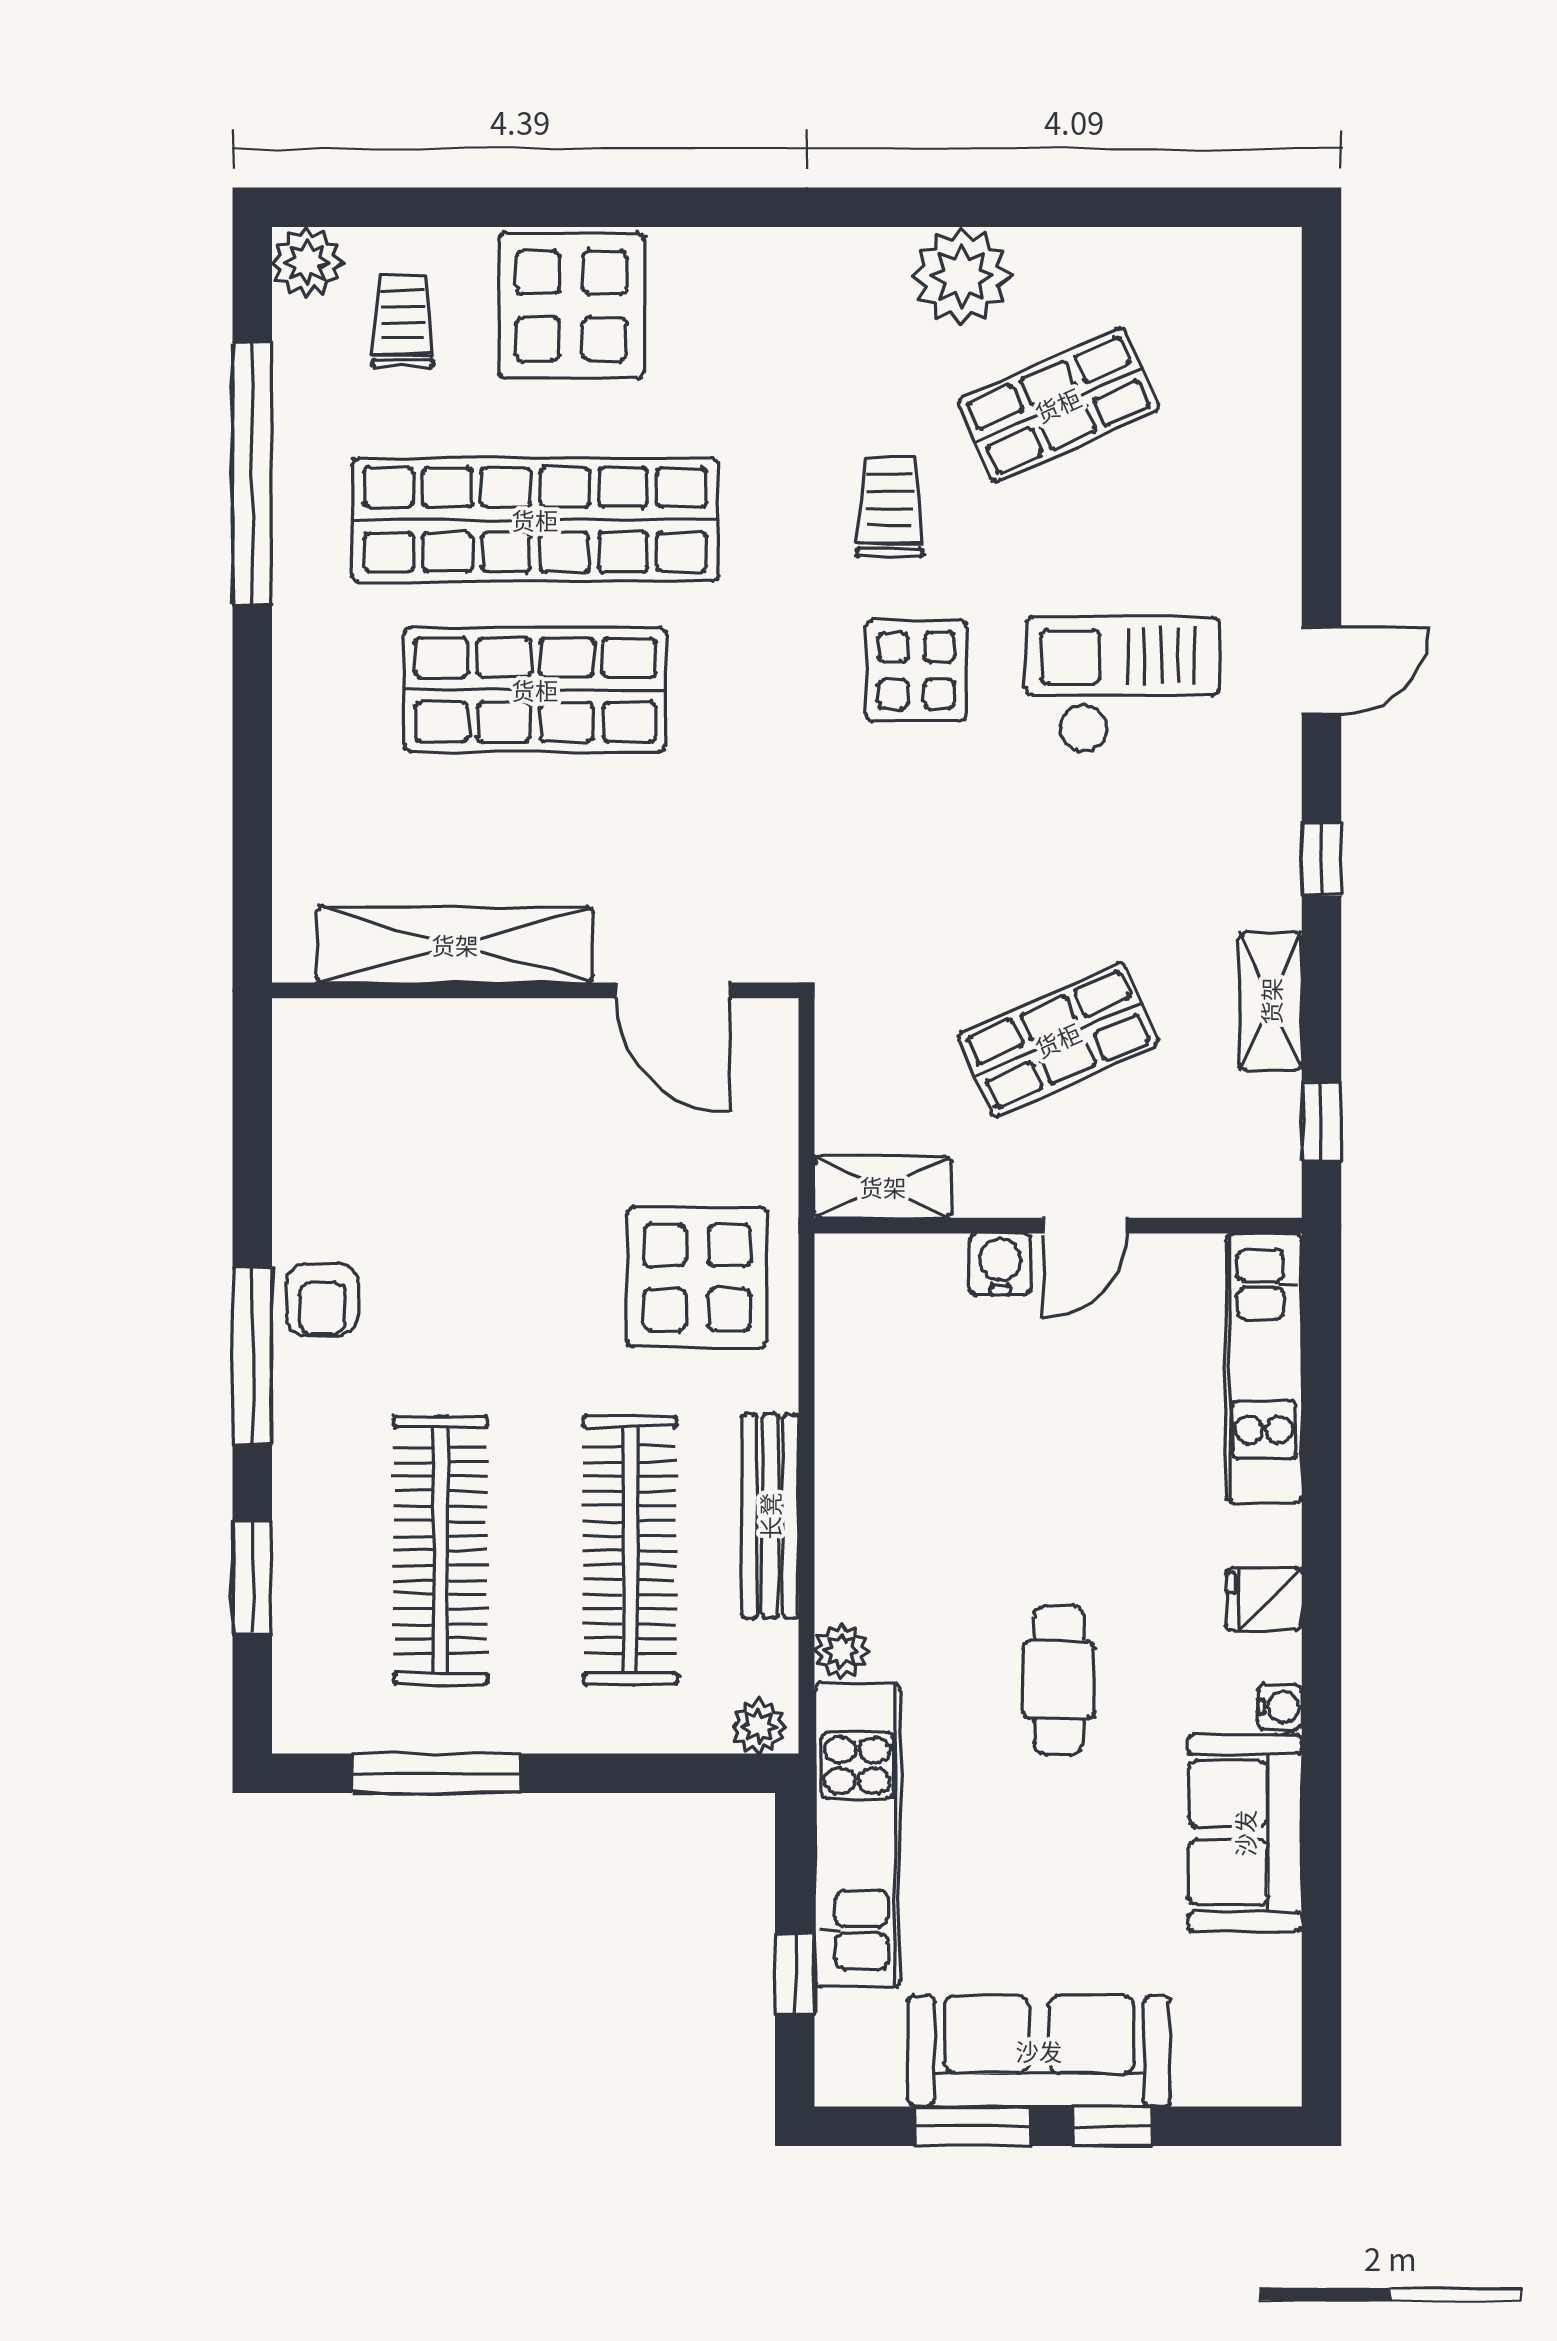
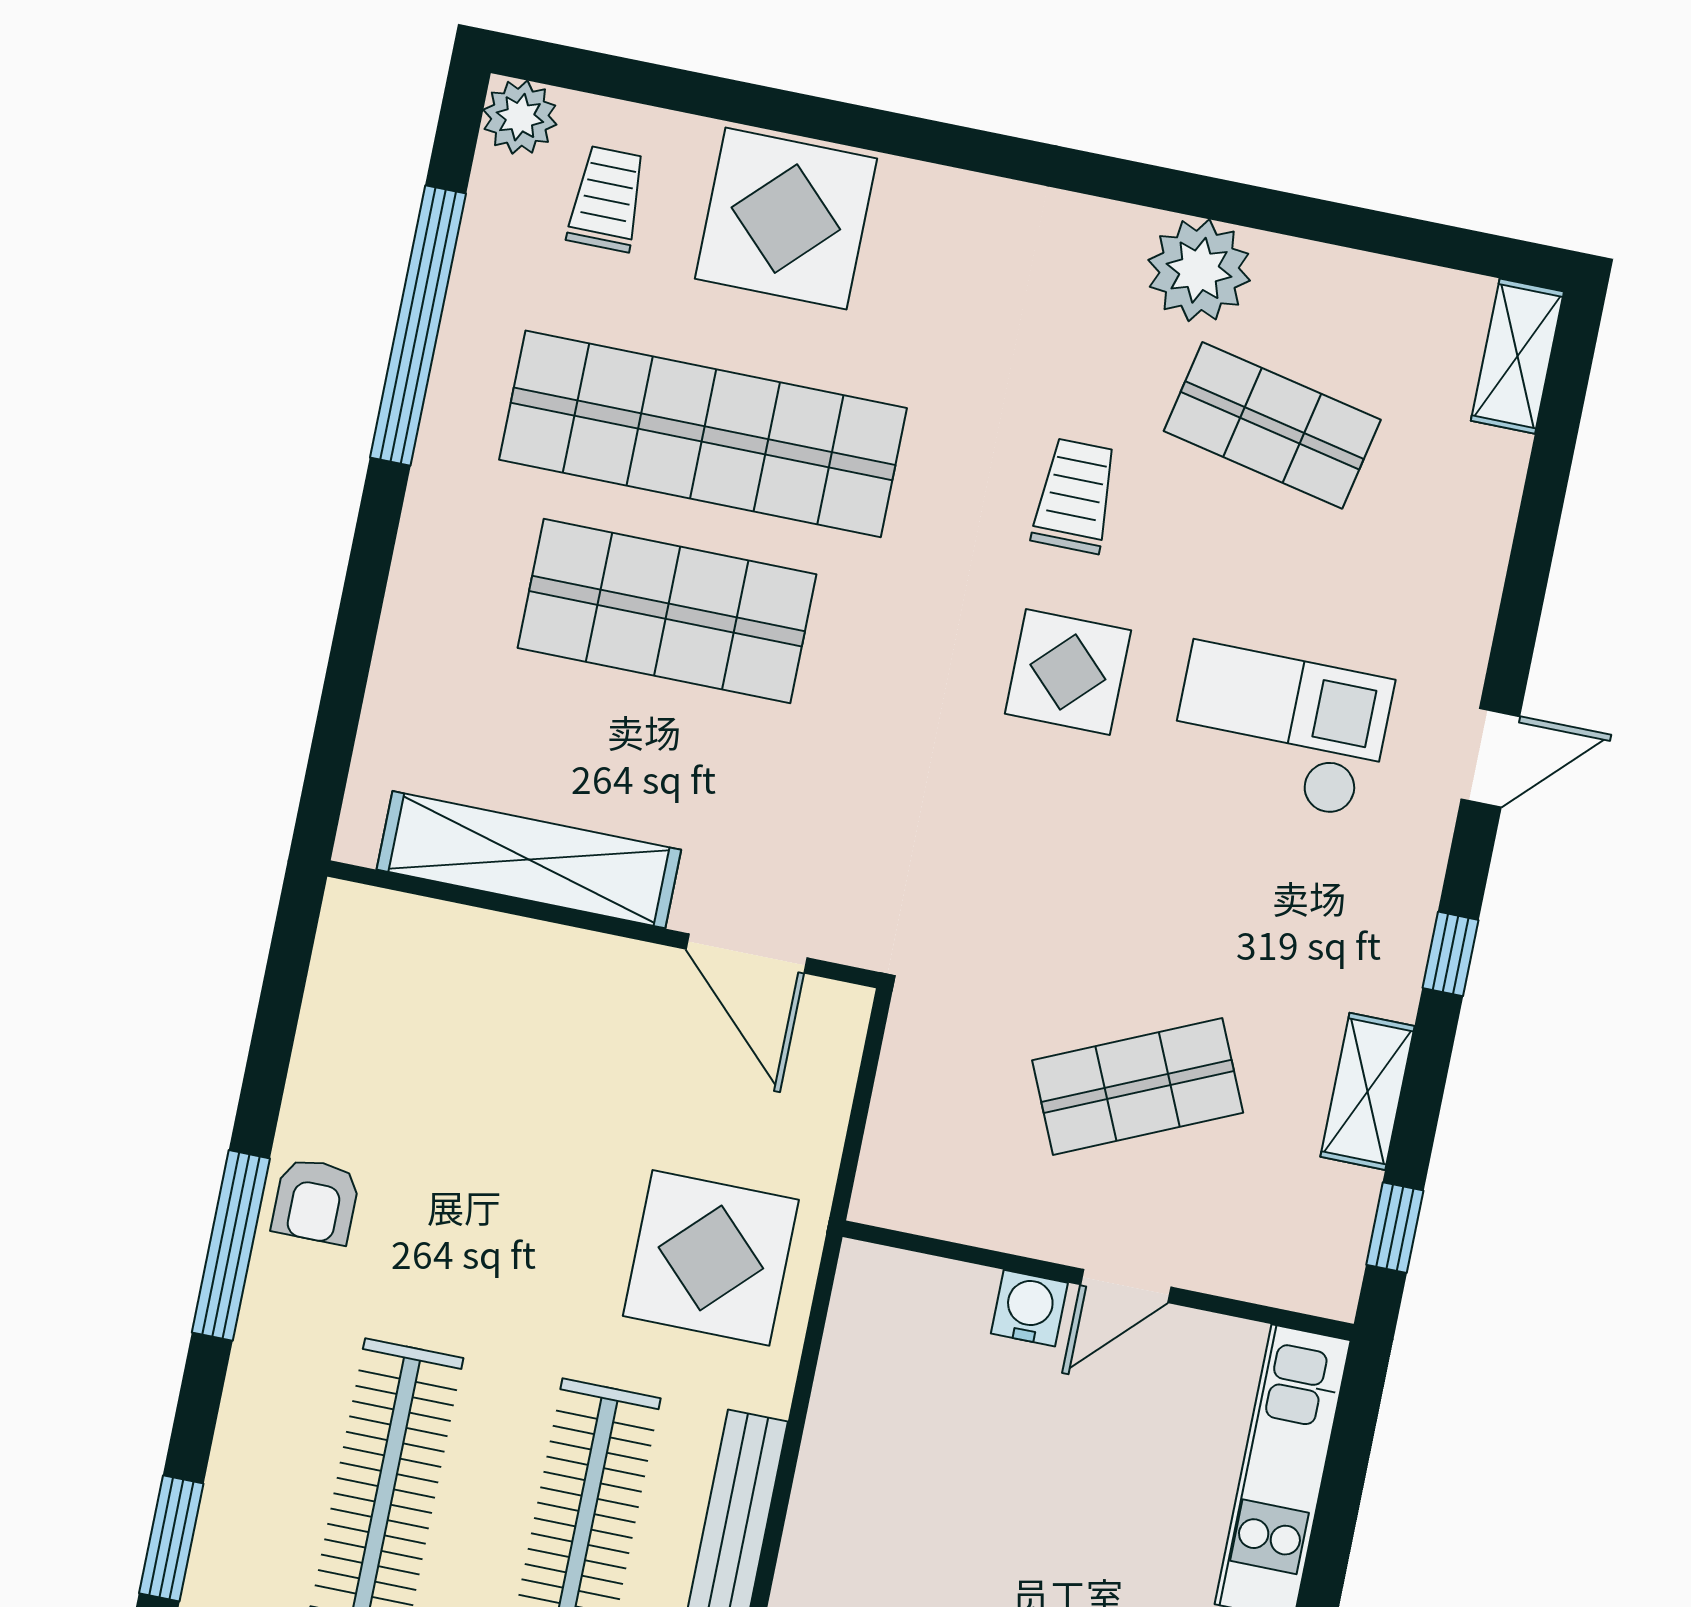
shop shelf: (1058, 405) -> (1272, 425), turned 36
shelving: (883, 1187) -> (1517, 356), moved, turned 90
window: (252, 1577) -> (171, 1538), moved

